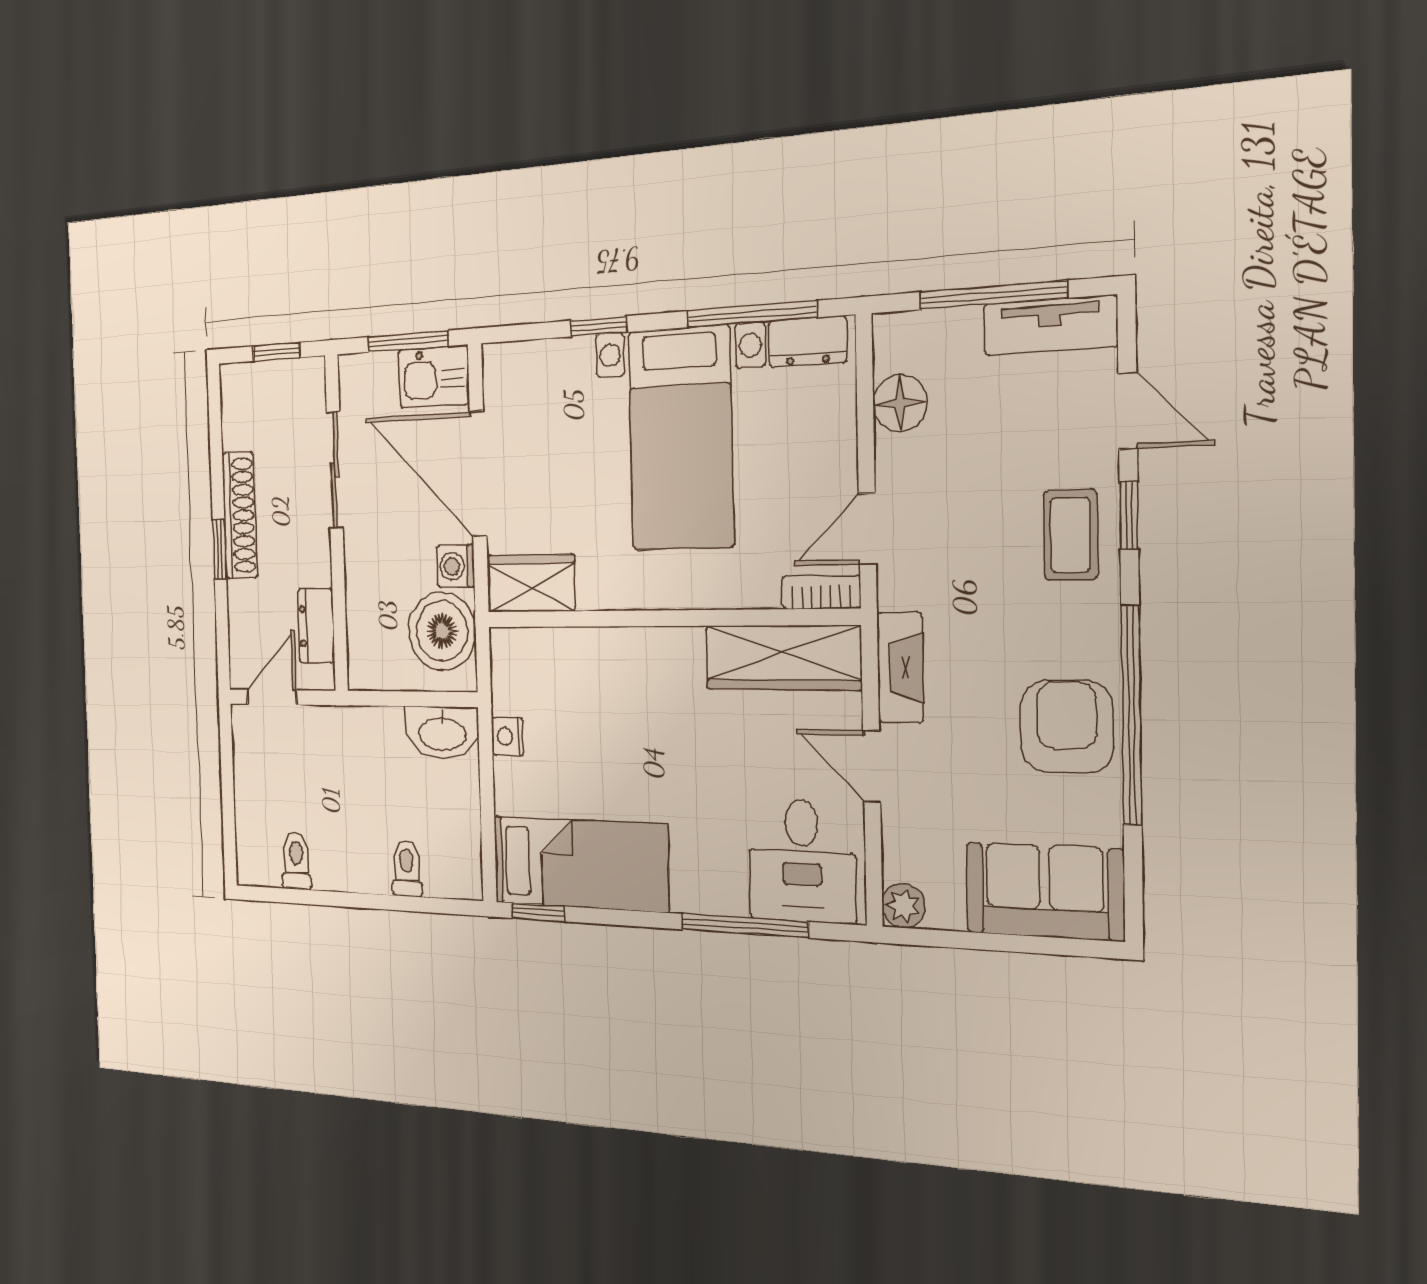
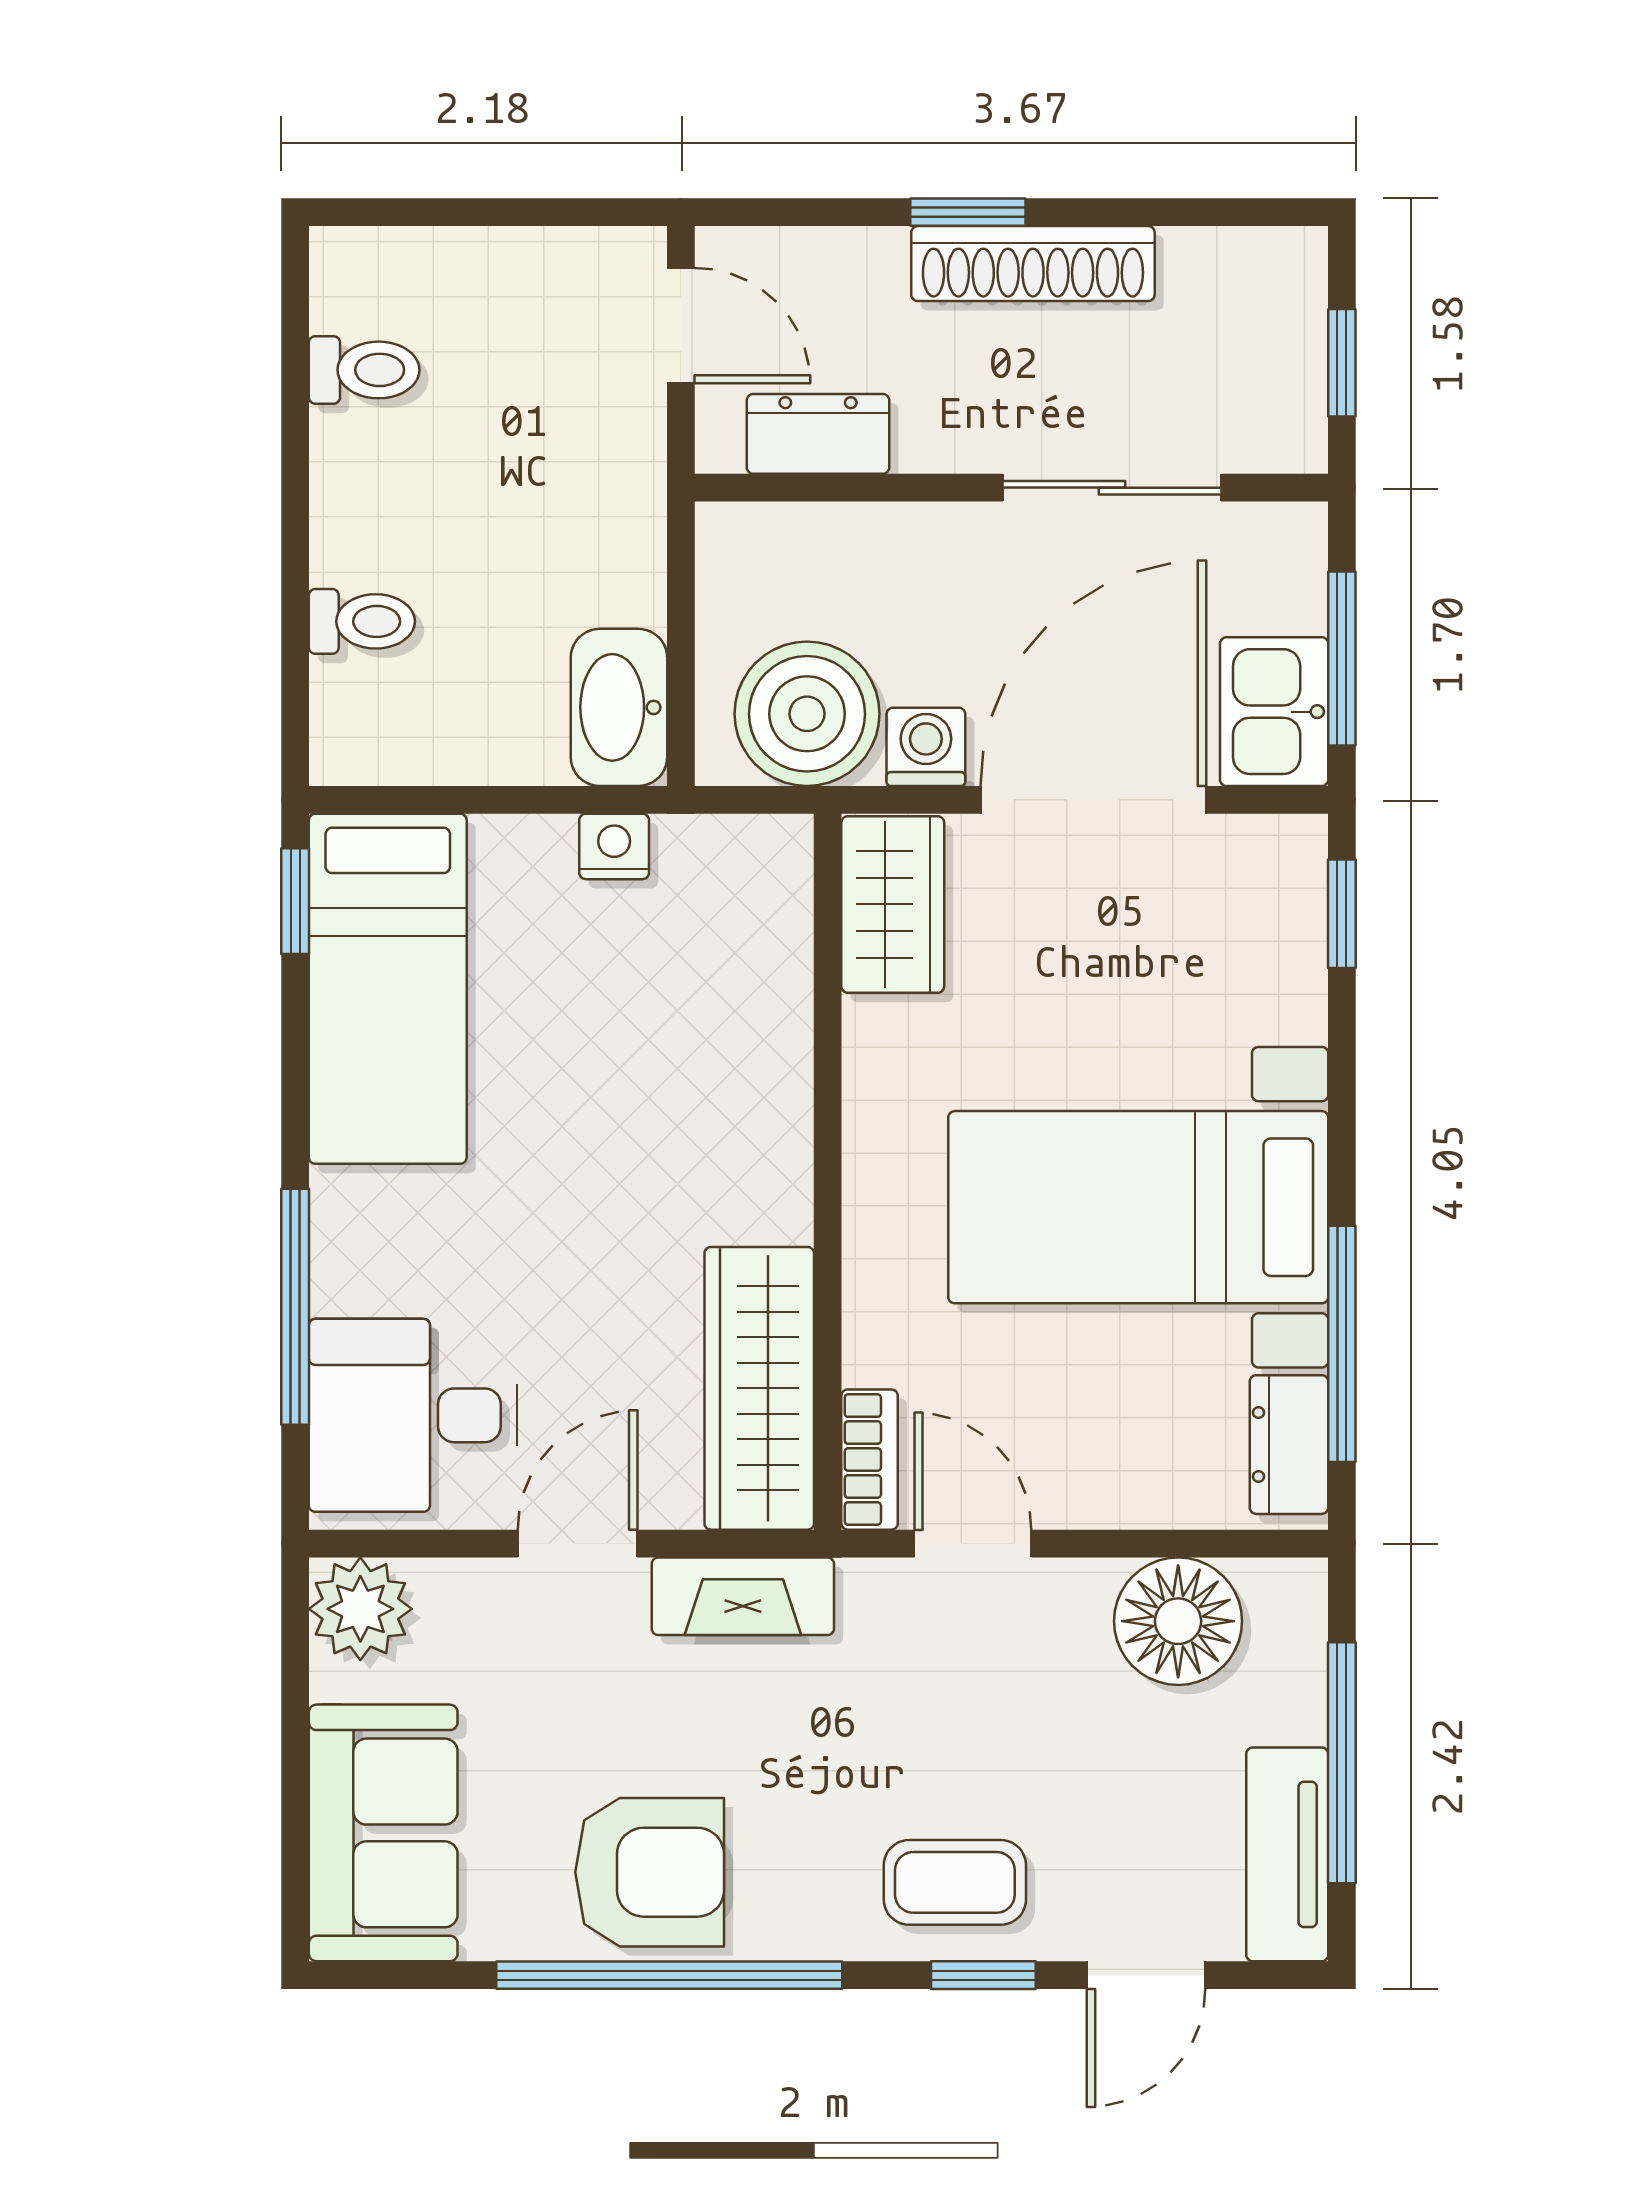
window: (599, 326) -> (1342, 914), moved
floor lamp: (900, 403) -> (1178, 1621), width x1.38, depth x1.38
plant: (904, 906) -> (360, 1609), width x1.38, depth x1.38

